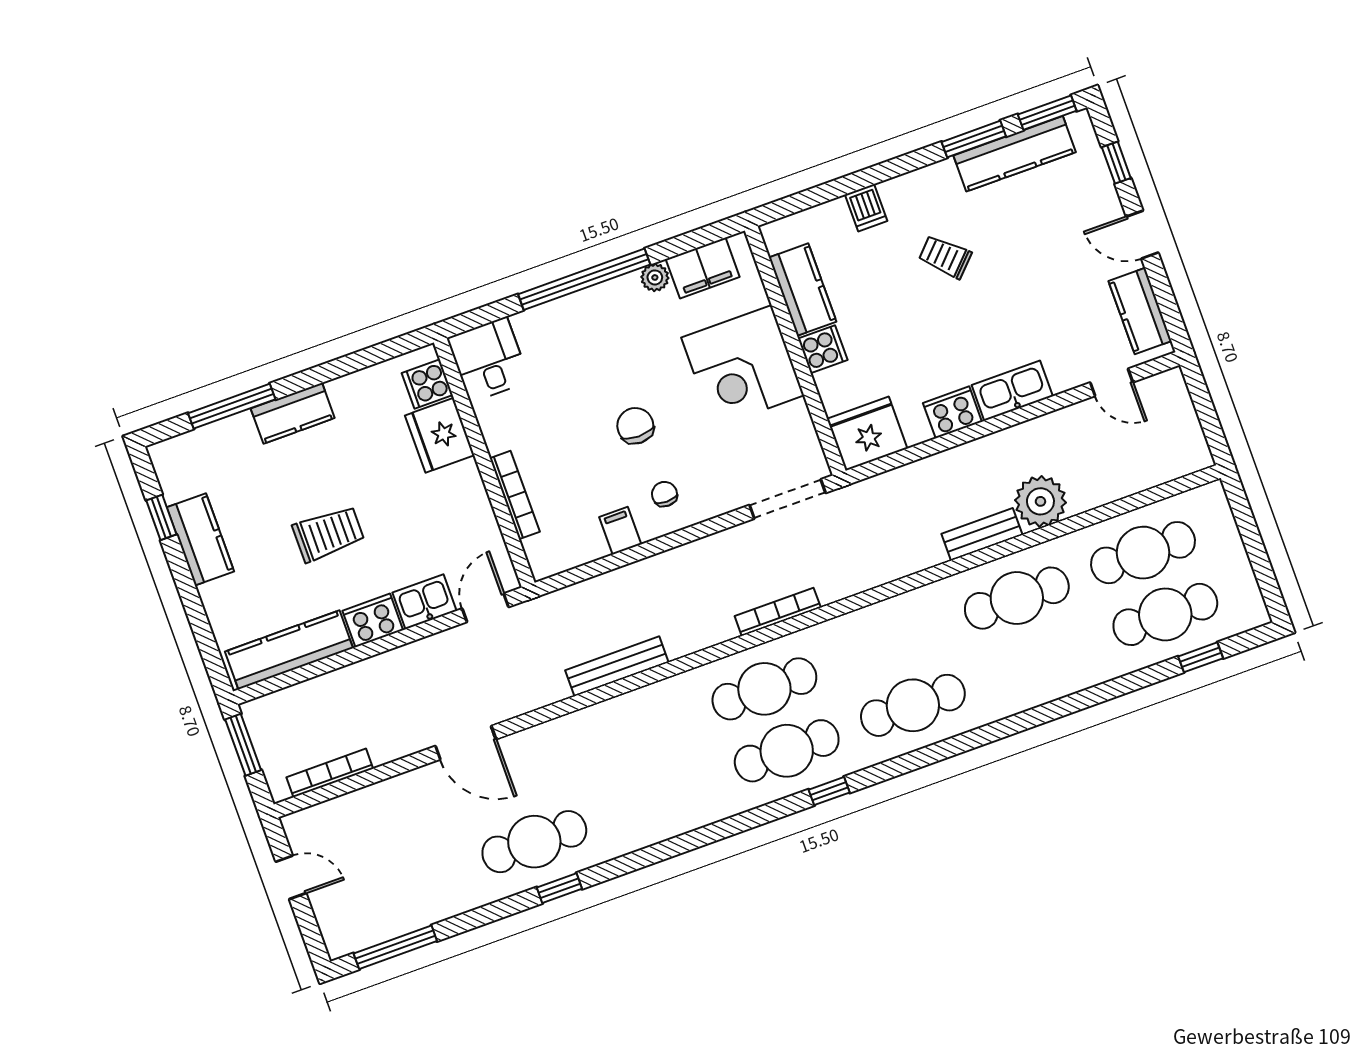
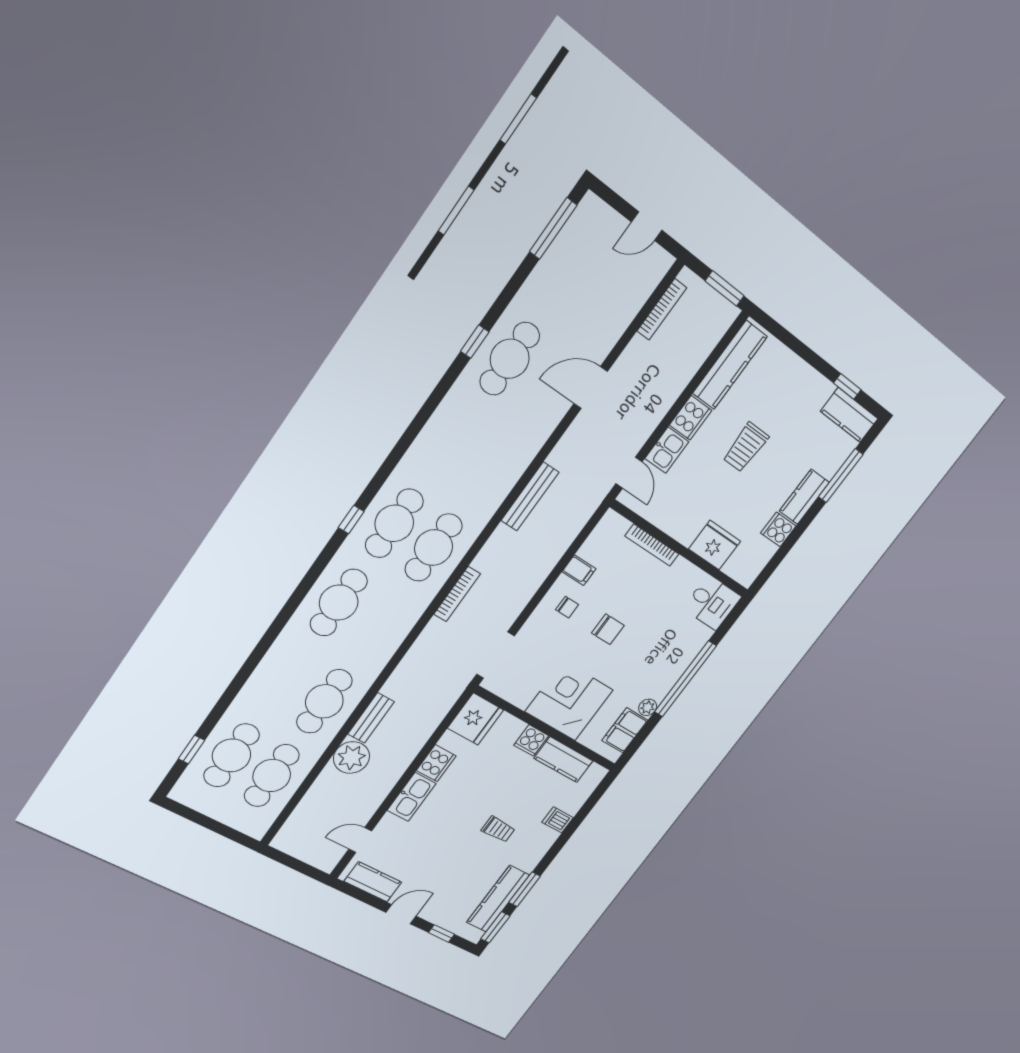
trolley: (945, 257) -> (498, 829), turned 46
cooker: (427, 384) -> (778, 529), moved, turned -90
kitchen counter: (200, 539) -> (849, 415), moved

